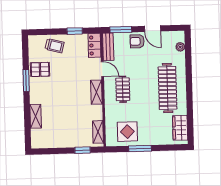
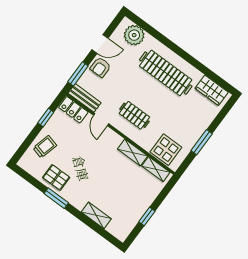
plant: (180, 47) -> (134, 35), width x1.88, depth x1.88
pallet: (40, 69) -> (56, 177), turned 90
door: (102, 69) -> (101, 120), swing flipped
shelving: (96, 92) -> (133, 152), moved
display table: (127, 132) -> (166, 150), moved
window: (83, 150) -> (147, 217), moved

